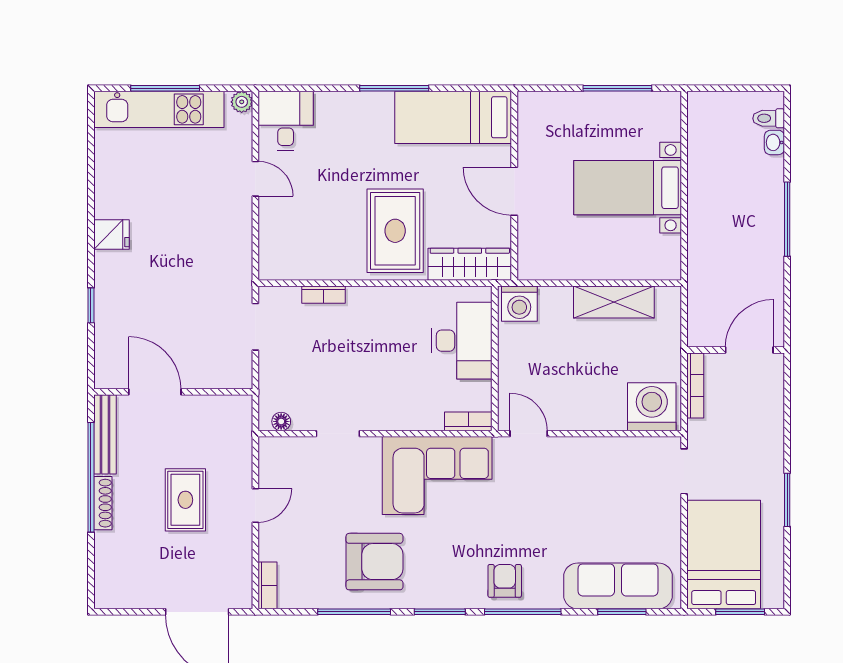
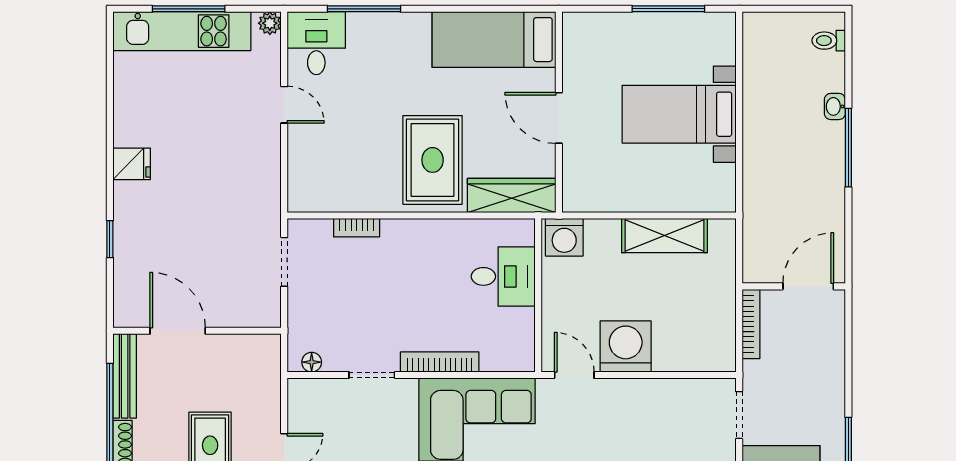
window: (394, 88) -> (364, 9), moved
washbasin: (774, 142) -> (835, 106), moved
desk: (462, 341) -> (503, 276), width x0.73
washing machine: (652, 407) -> (626, 346), moved
bookcase: (468, 421) -> (440, 362), moved, width x1.56

